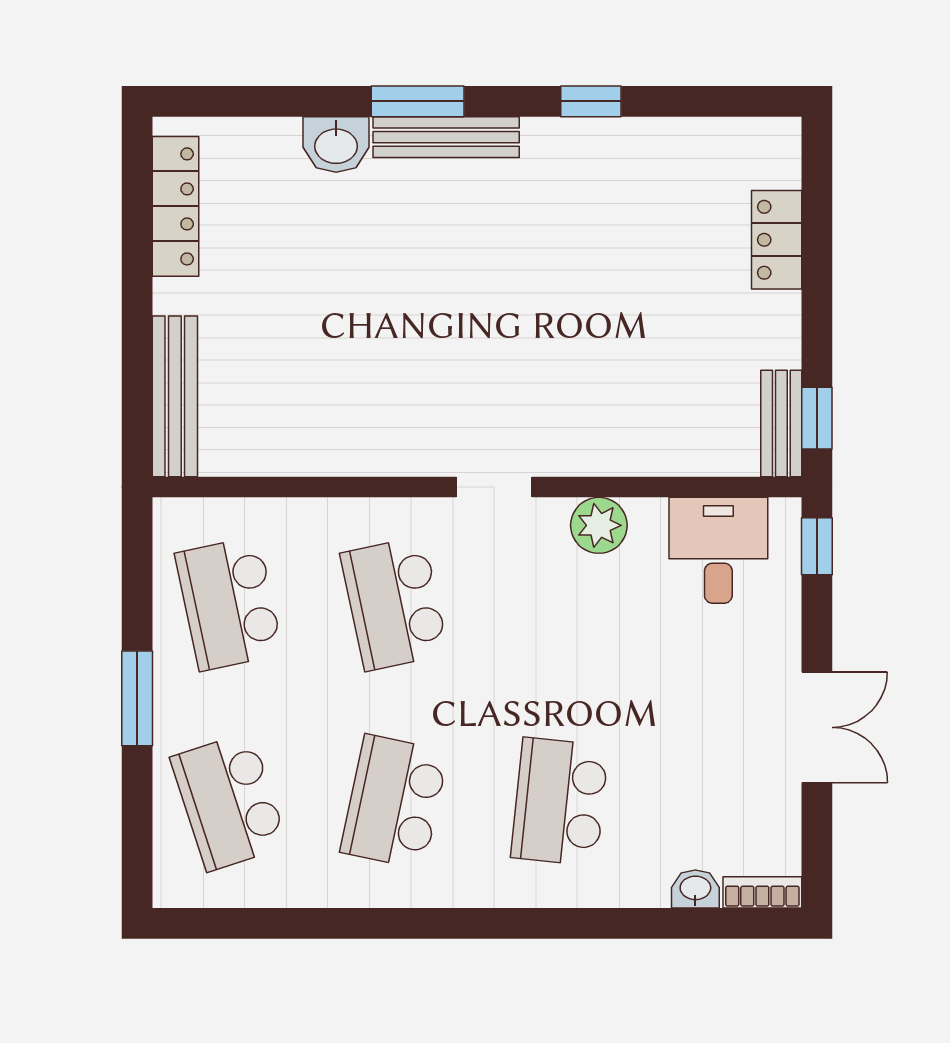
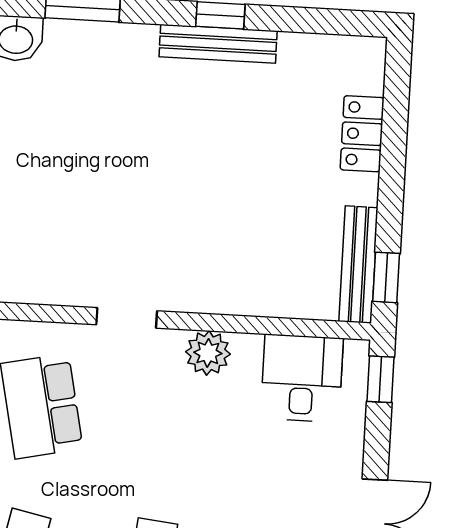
bench: (446, 137) -> (218, 44), moved
bench: (781, 423) -> (358, 265), width x1.36

